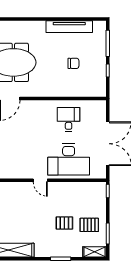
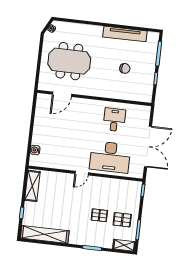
door: (40, 180) -> (82, 173), hinge flipped

